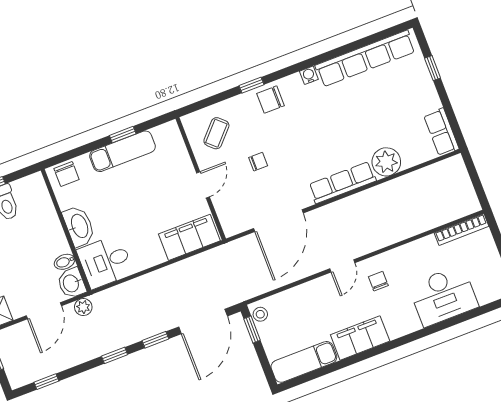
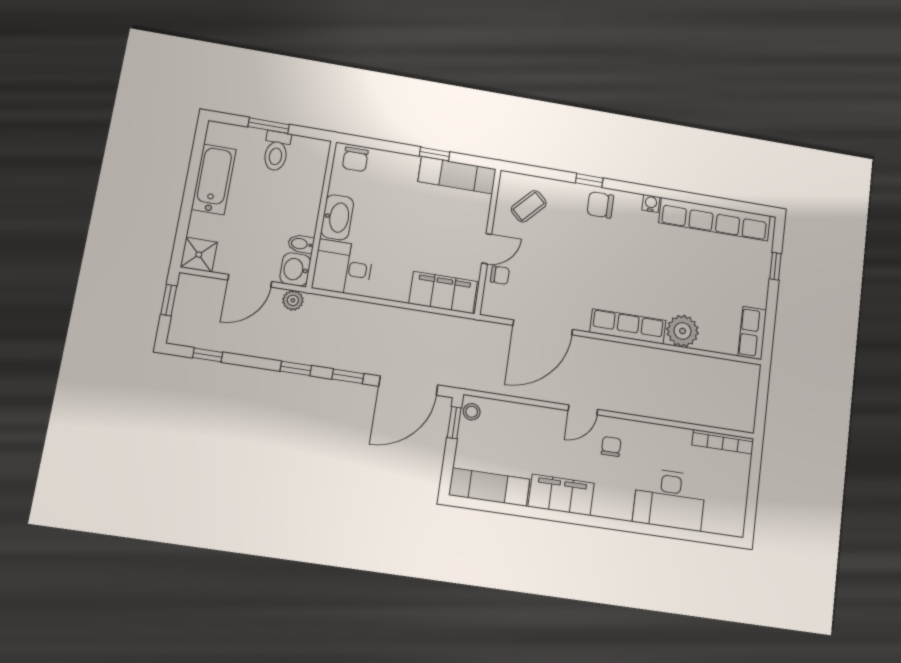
exam couch: (123, 151) -> (457, 175), moved
chair: (258, 162) -> (500, 275), moved

